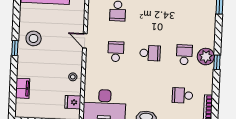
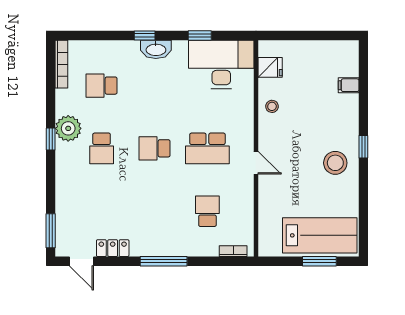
school desk: (116, 52) -> (207, 148), width x1.85
plant: (206, 57) -> (68, 128), moved
filing cabinet: (23, 88) -> (349, 85), width x0.50
school desk: (182, 95) -> (102, 86), turned 180

